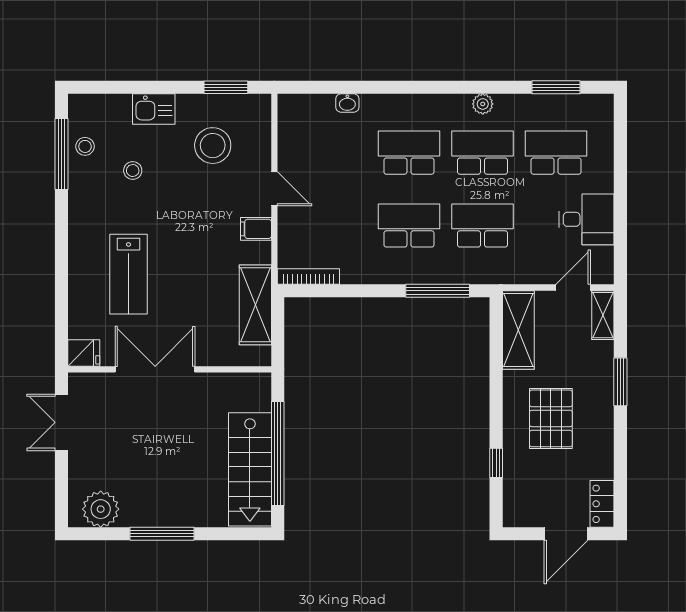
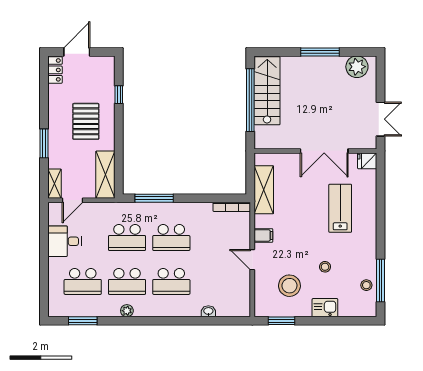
stool: (133, 171) -> (325, 267), moved

